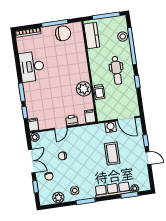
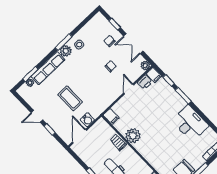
door: (126, 119) -> (80, 136), hinge flipped
printer: (72, 120) -> (145, 82), moved
plant: (58, 198) -> (66, 51), moved

